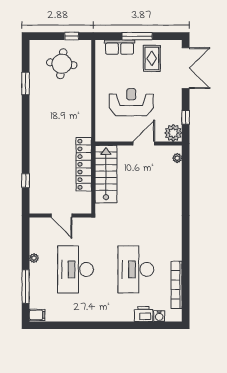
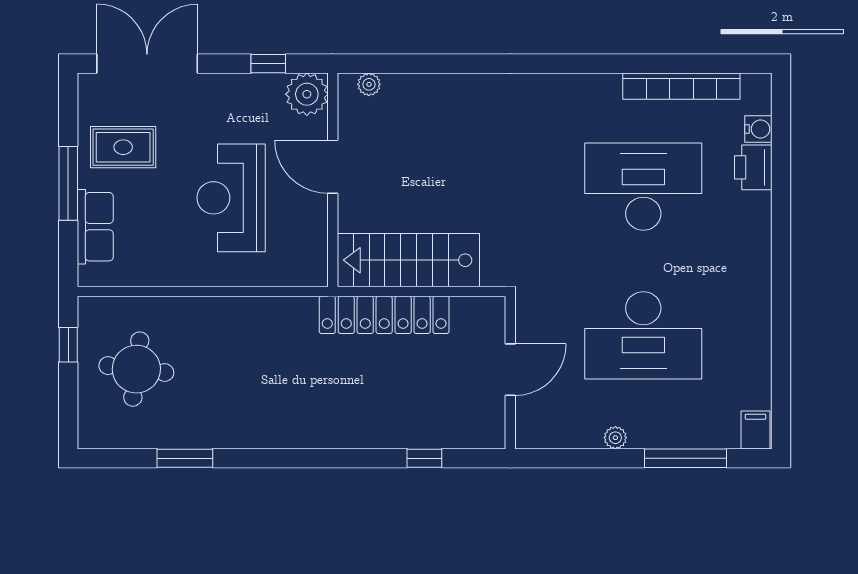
desk: (136, 269) -> (643, 187), turned 180

